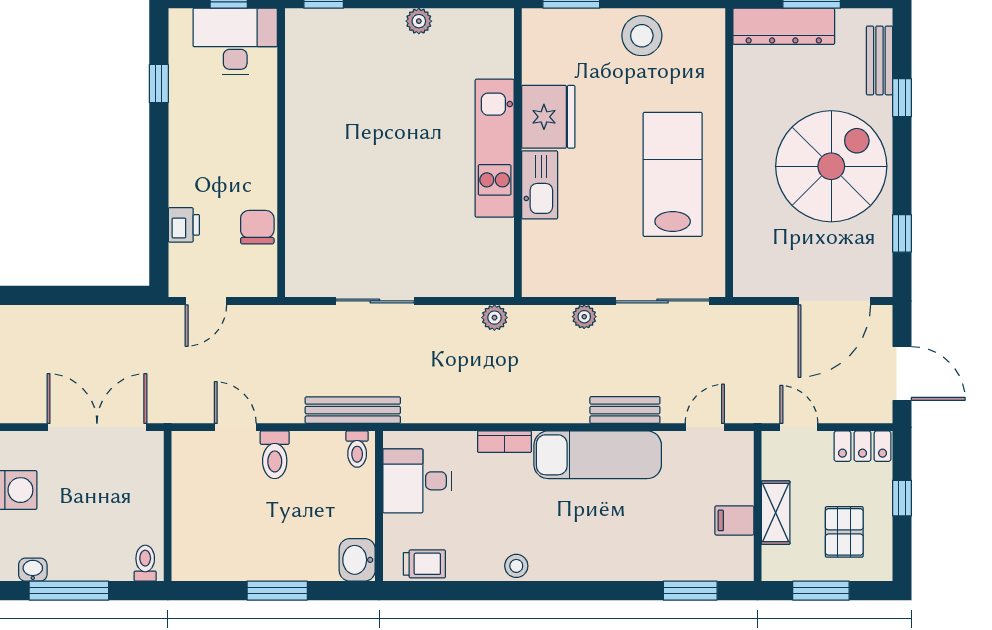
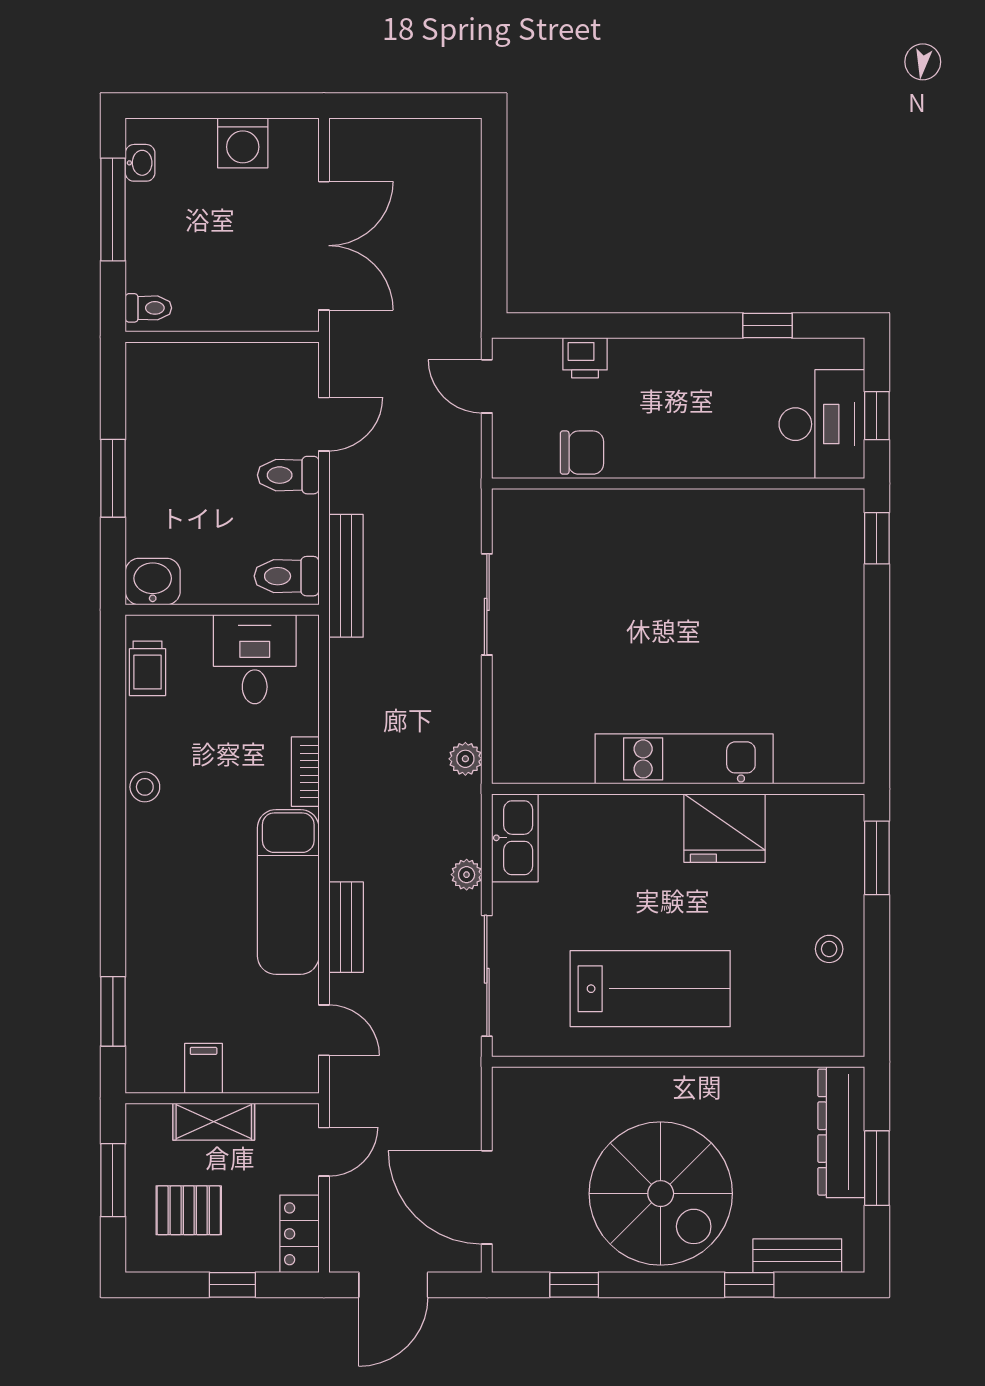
plant: (419, 21) -> (848, 661), removed
stool: (642, 36) -> (829, 949), width x0.53, depth x0.53
kitchen sink: (540, 185) -> (515, 838), moved, turned -90
toilet: (357, 449) -> (287, 576), width x1.37, depth x1.39

